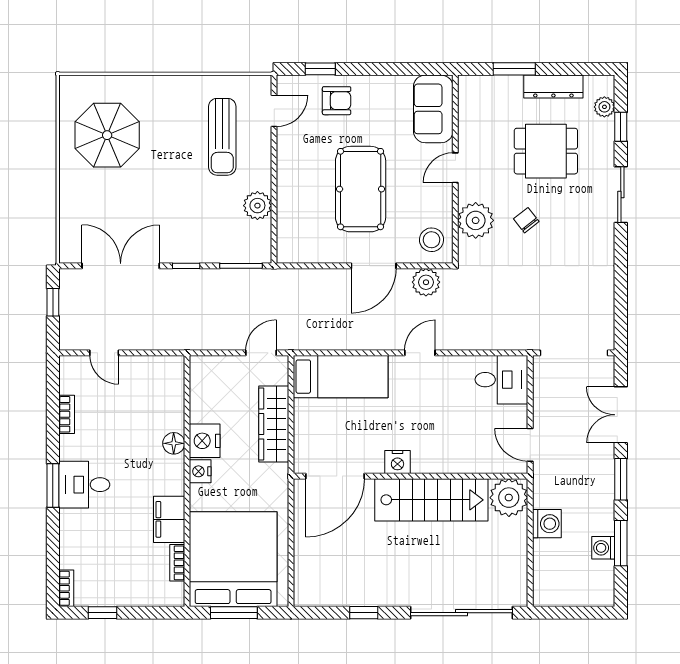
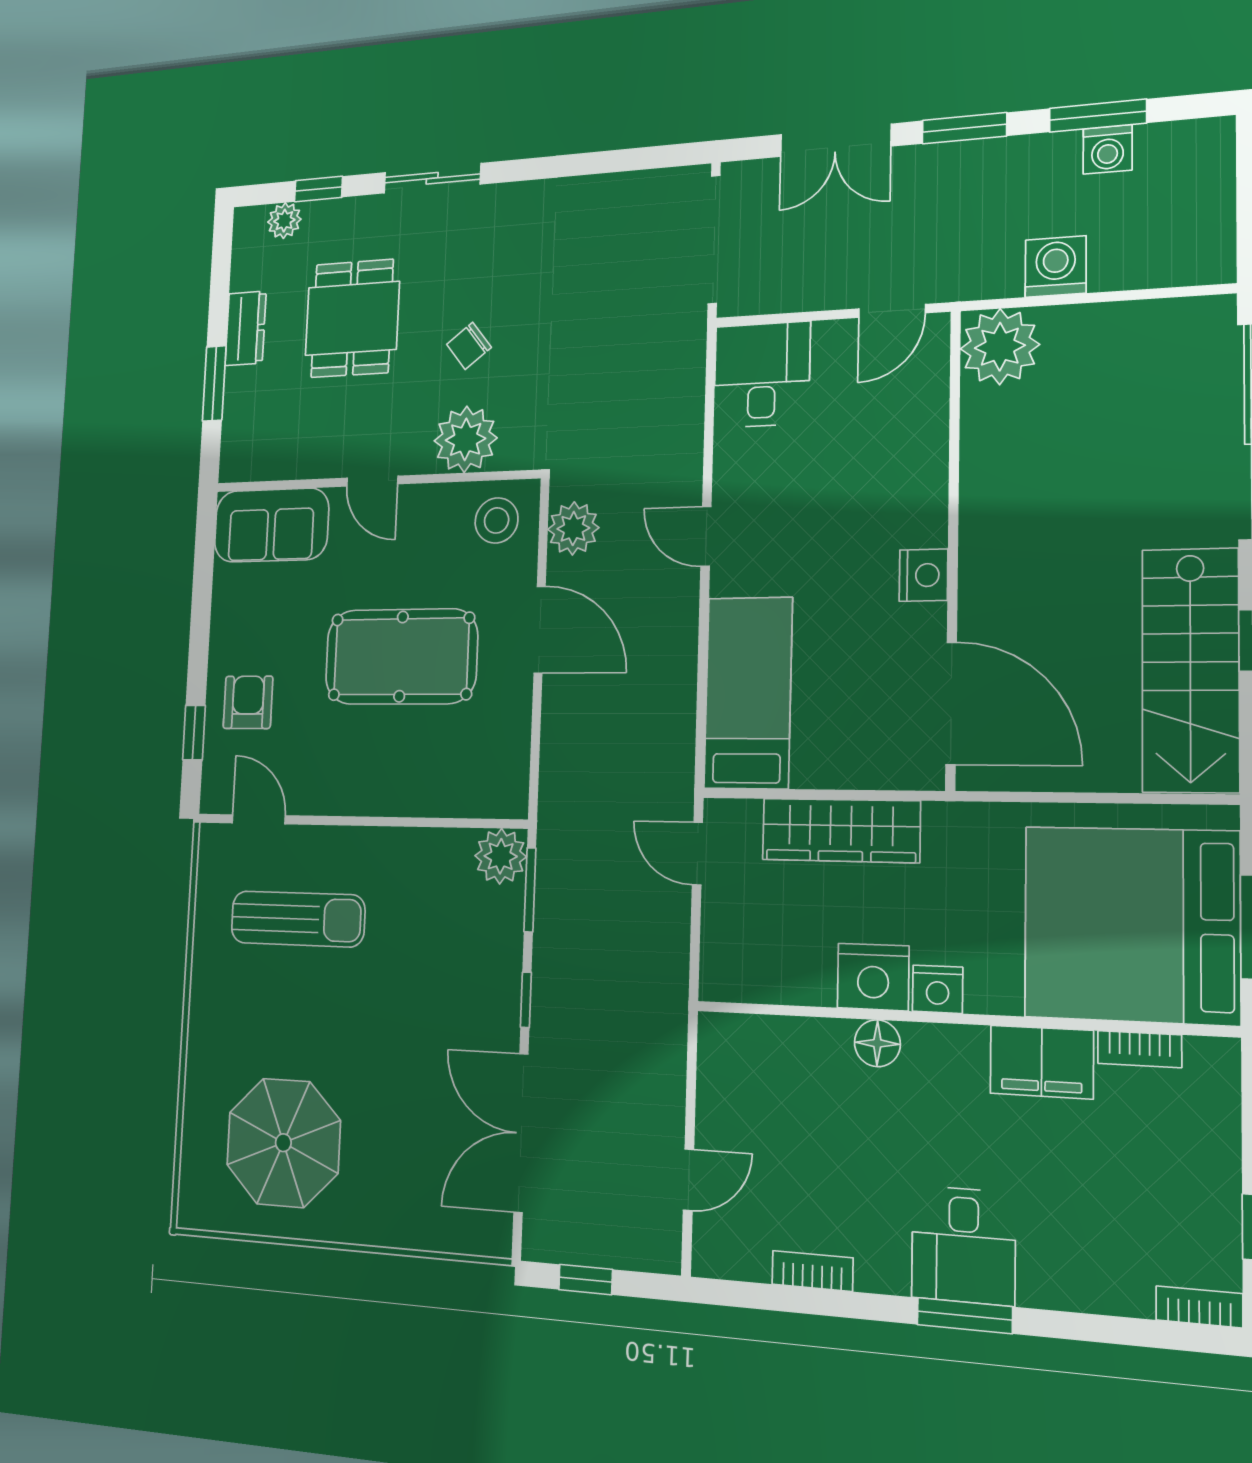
dresser: (553, 86) -> (246, 328), width x0.70
plant: (257, 206) -> (501, 856), moved
stairs: (431, 500) -> (1190, 670), moved, turned 180

